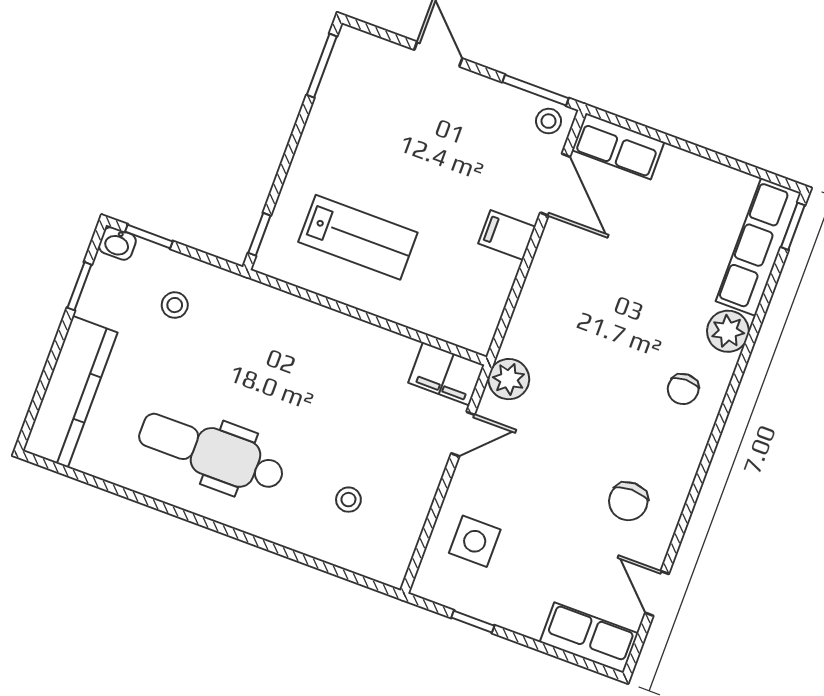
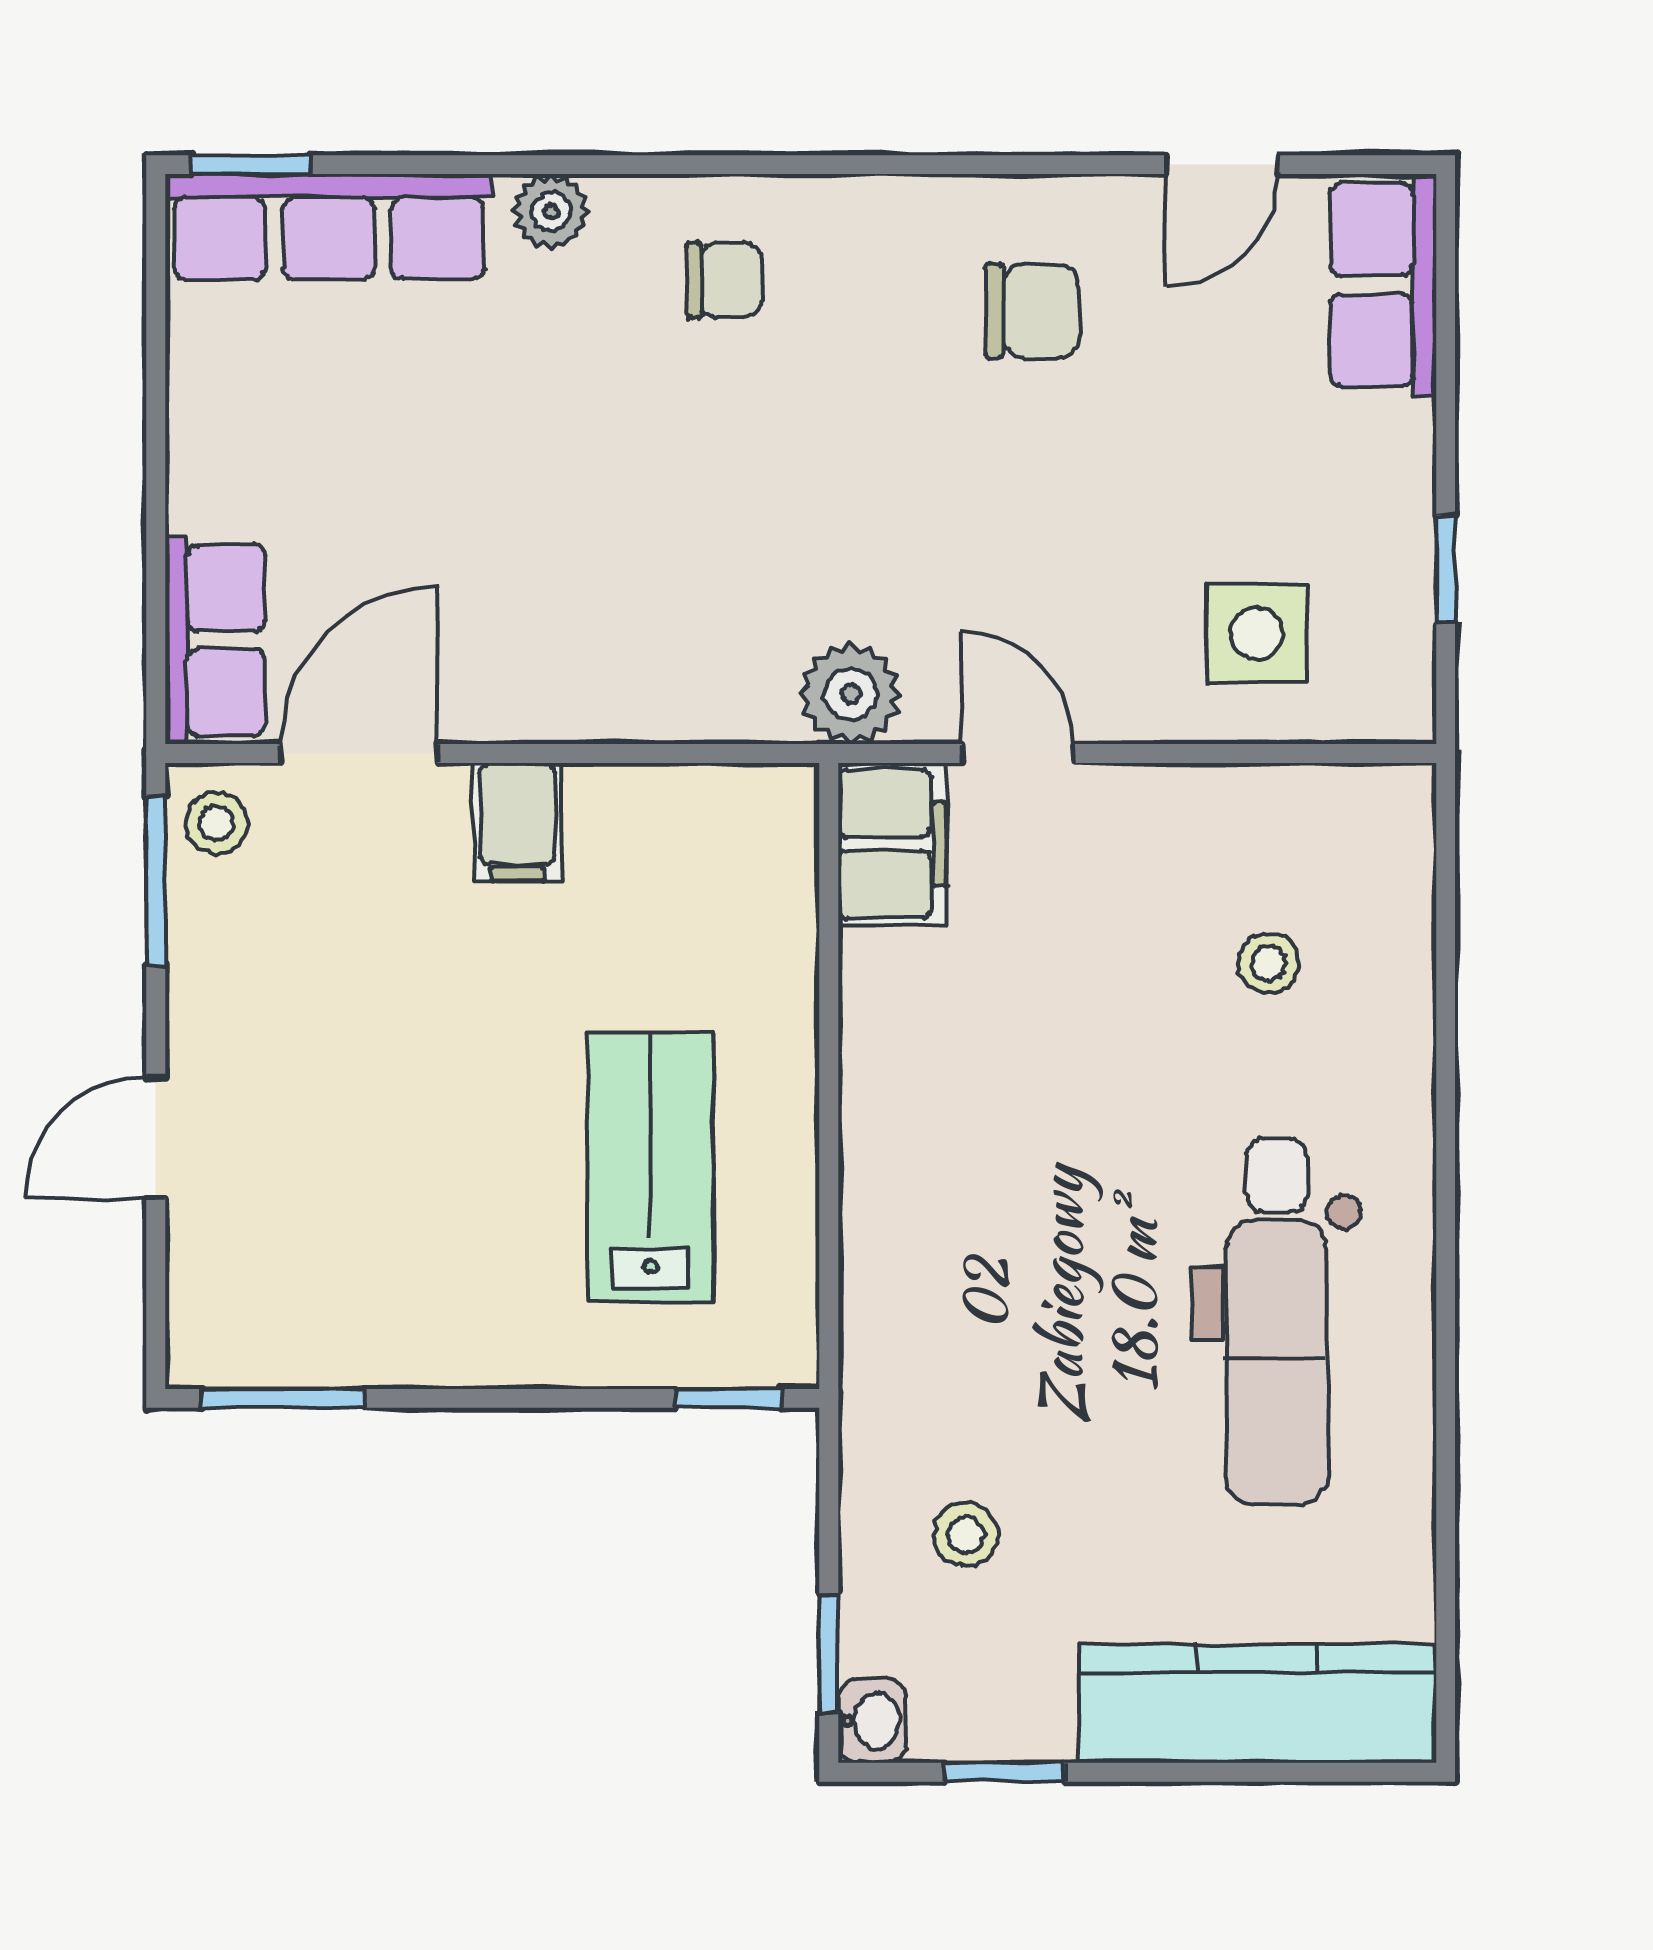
plant: (728, 331) -> (551, 211), width x0.73, depth x0.73

